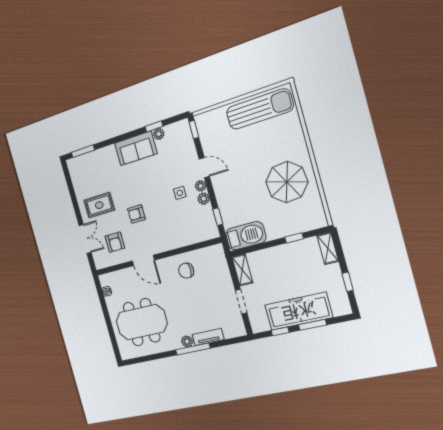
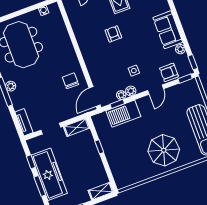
window: (154, 126) -> (193, 62), moved
parasol: (287, 182) -> (164, 150), moved
plant: (201, 186) -> (121, 95), moved
barbecue: (246, 236) -> (123, 114), moved, turned 90
window: (294, 238) -> (99, 147), moved
armchair: (115, 242) -> (169, 72), moved
door: (143, 260) -> (95, 97), moved
tv unit: (208, 337) -> (24, 122), moved

